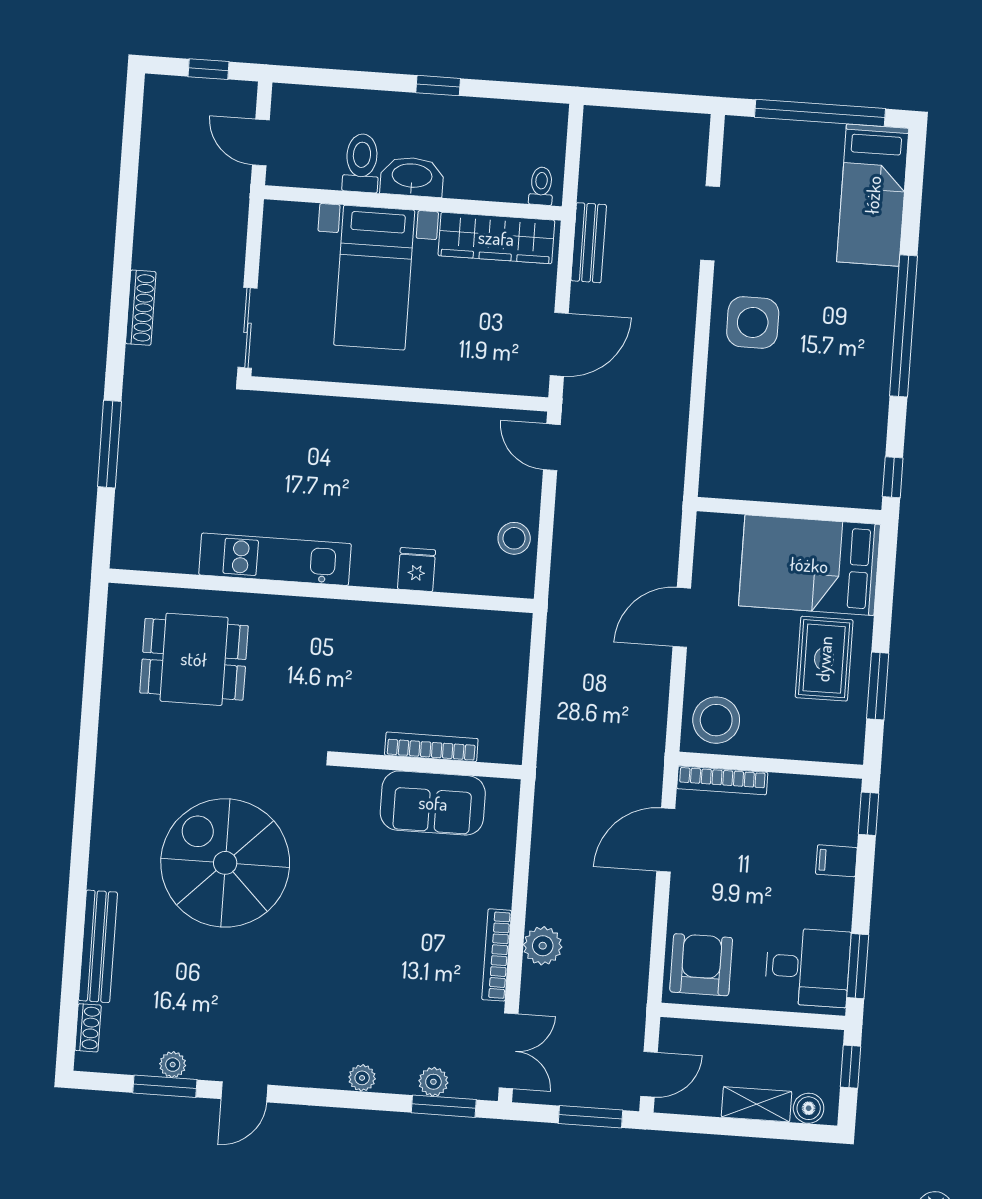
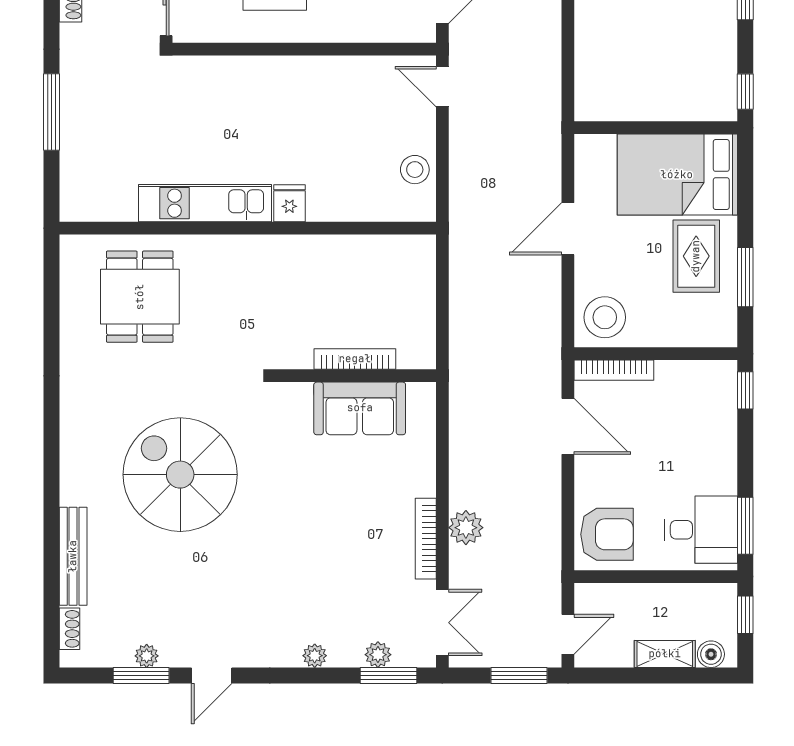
fridge: (417, 570) -> (289, 203), moved
dining table: (194, 659) -> (140, 297), turned 90
door: (666, 840) -> (568, 426), swing flipped
filing cabinet: (836, 861) -> (720, 434), removed
armchair: (701, 965) -> (607, 534), turned 90

